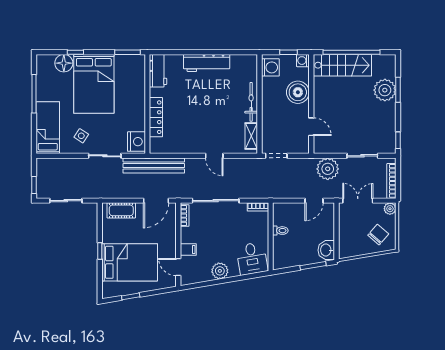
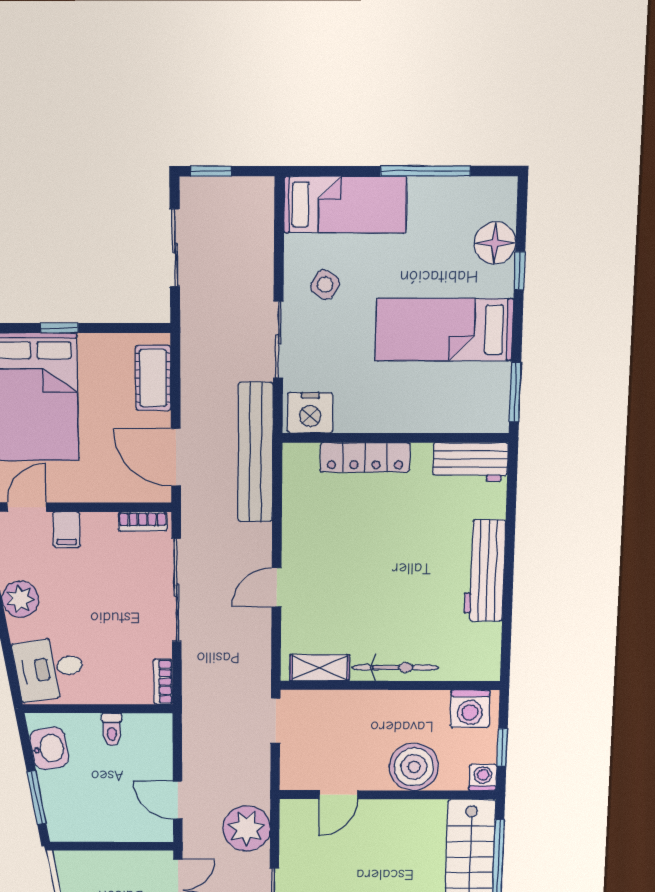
bed: (94, 84) -> (444, 330), width x0.67
washbasin: (326, 250) -> (49, 748), moved, turned 80

